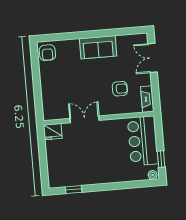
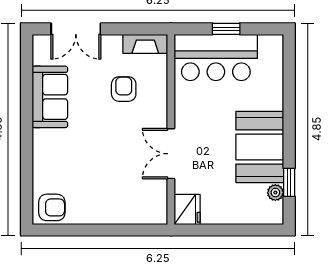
sofa: (98, 47) -> (50, 97), moved
window: (161, 159) -> (226, 29), moved
booth: (93, 171) -> (260, 147), added
plant: (153, 175) -> (275, 193), moved

